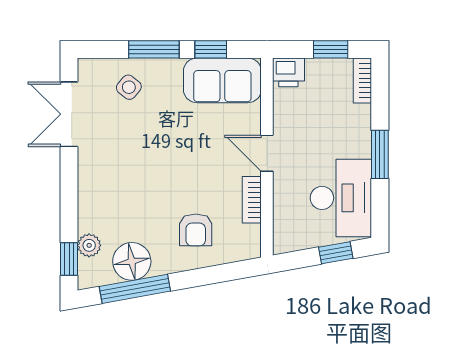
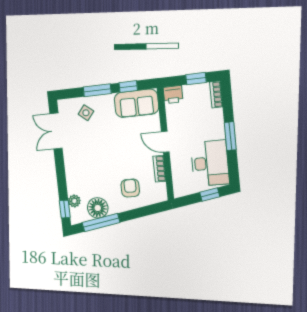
armchair: (196, 230) -> (130, 188), turned 180

